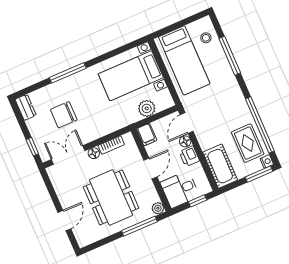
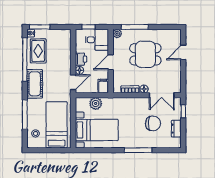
dresser: (26, 107) -> (176, 129), moved
cot: (220, 166) -> (35, 84), moved
dining table: (111, 197) -> (145, 54), width x0.73

